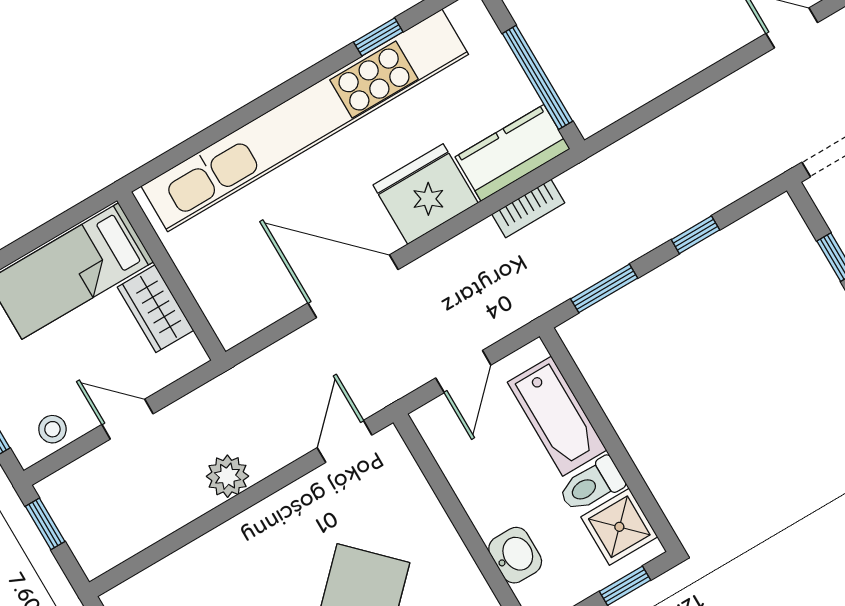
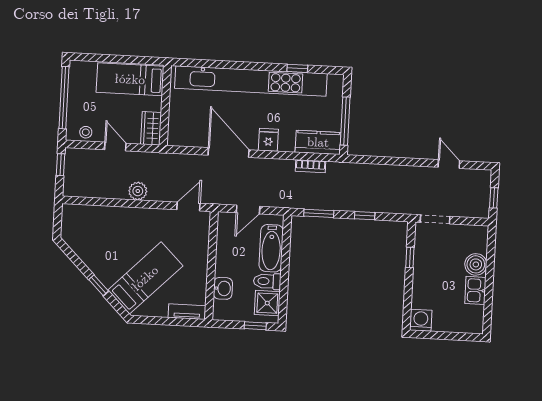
fridge: (426, 194) -> (268, 140), width x0.53, depth x0.75
wardrobe: (155, 309) -> (151, 128), moved

